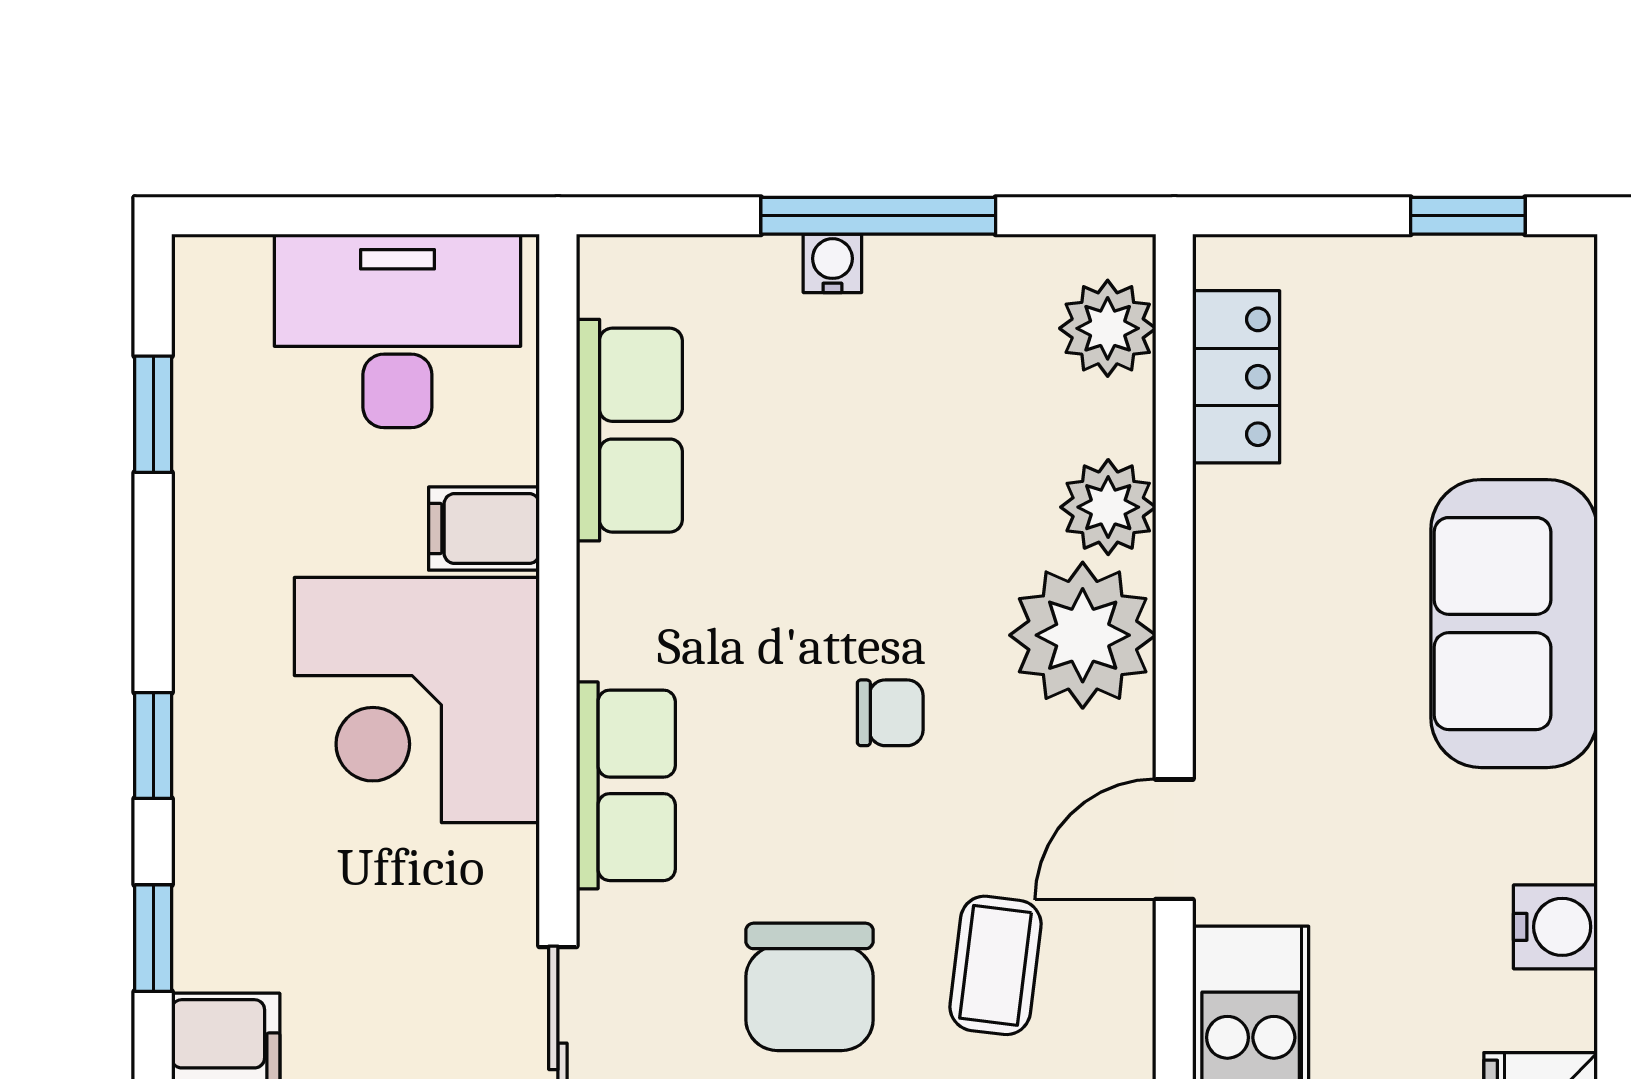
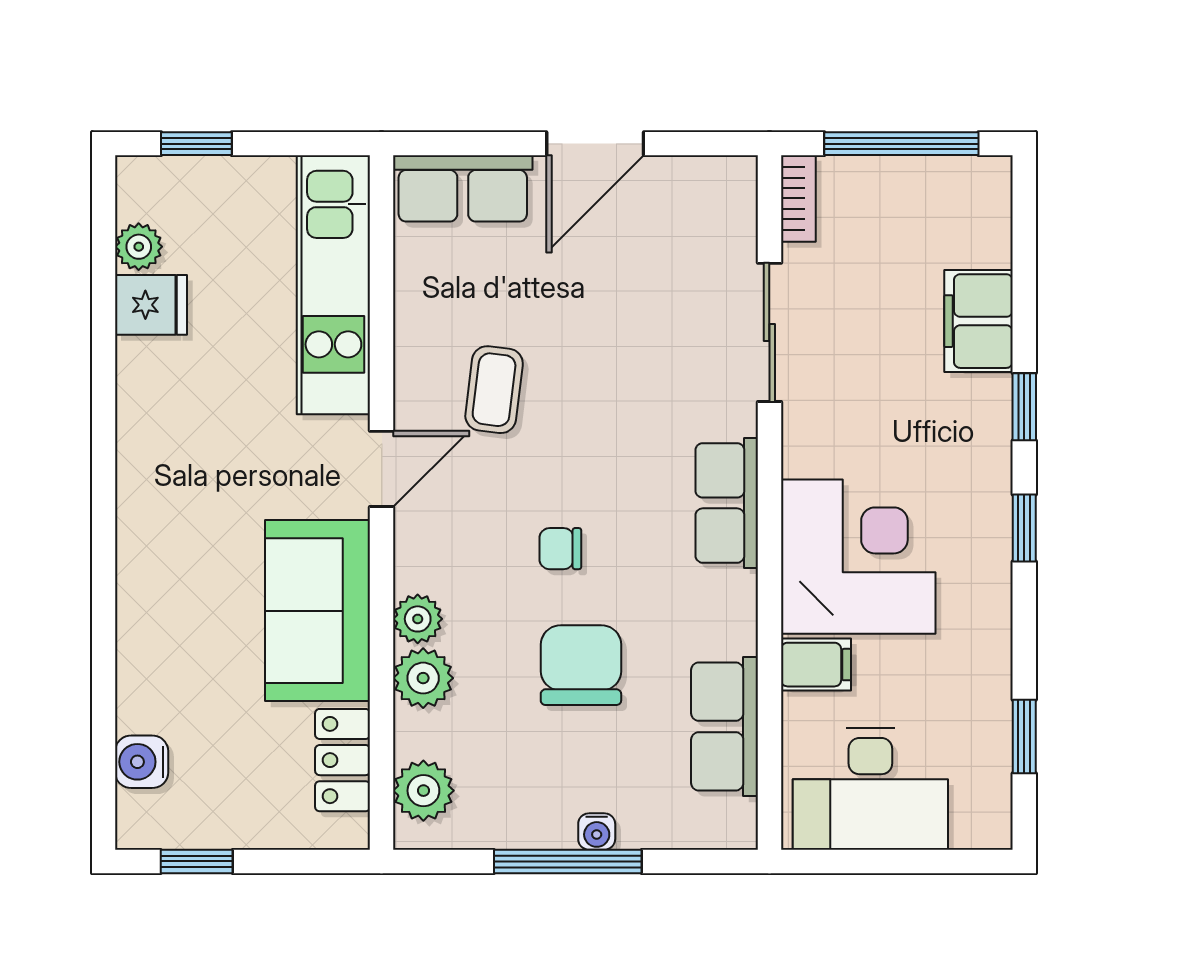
sofa: (1514, 624) -> (318, 611), moved, turned 180
plant: (1083, 635) -> (418, 619), width x0.53, depth x0.53
water cooler: (1555, 927) -> (142, 762), moved
chair: (810, 987) -> (581, 665), moved

